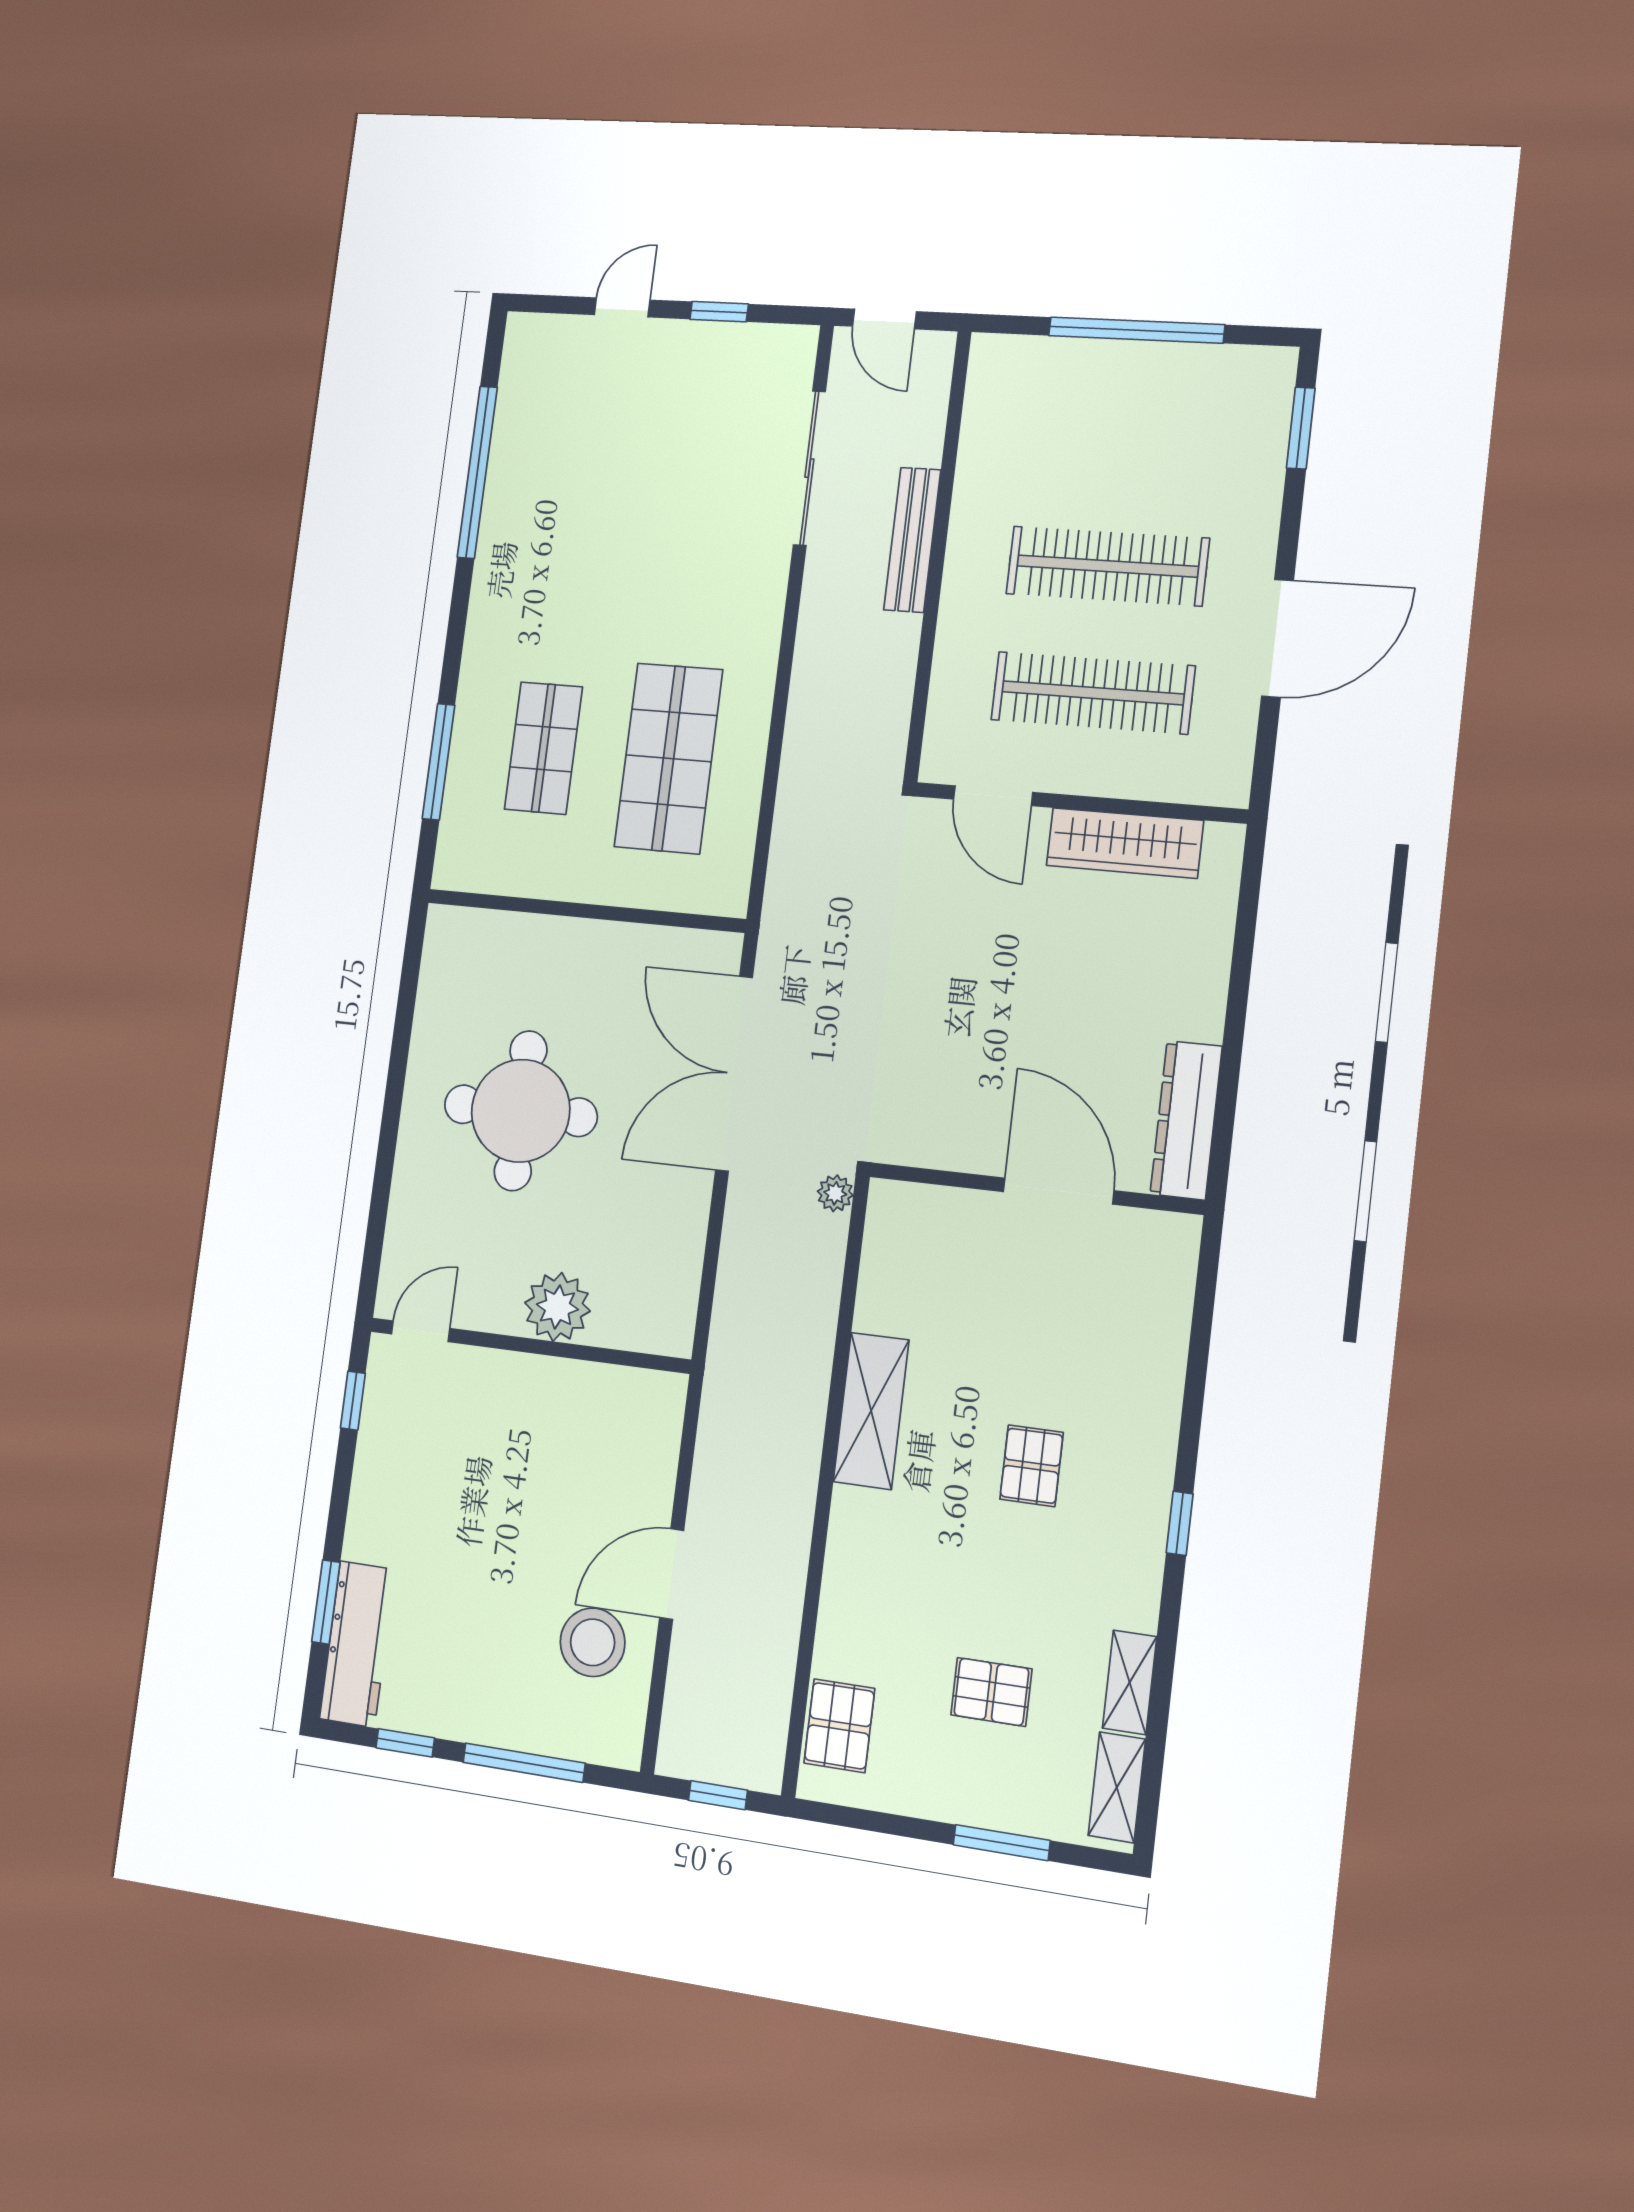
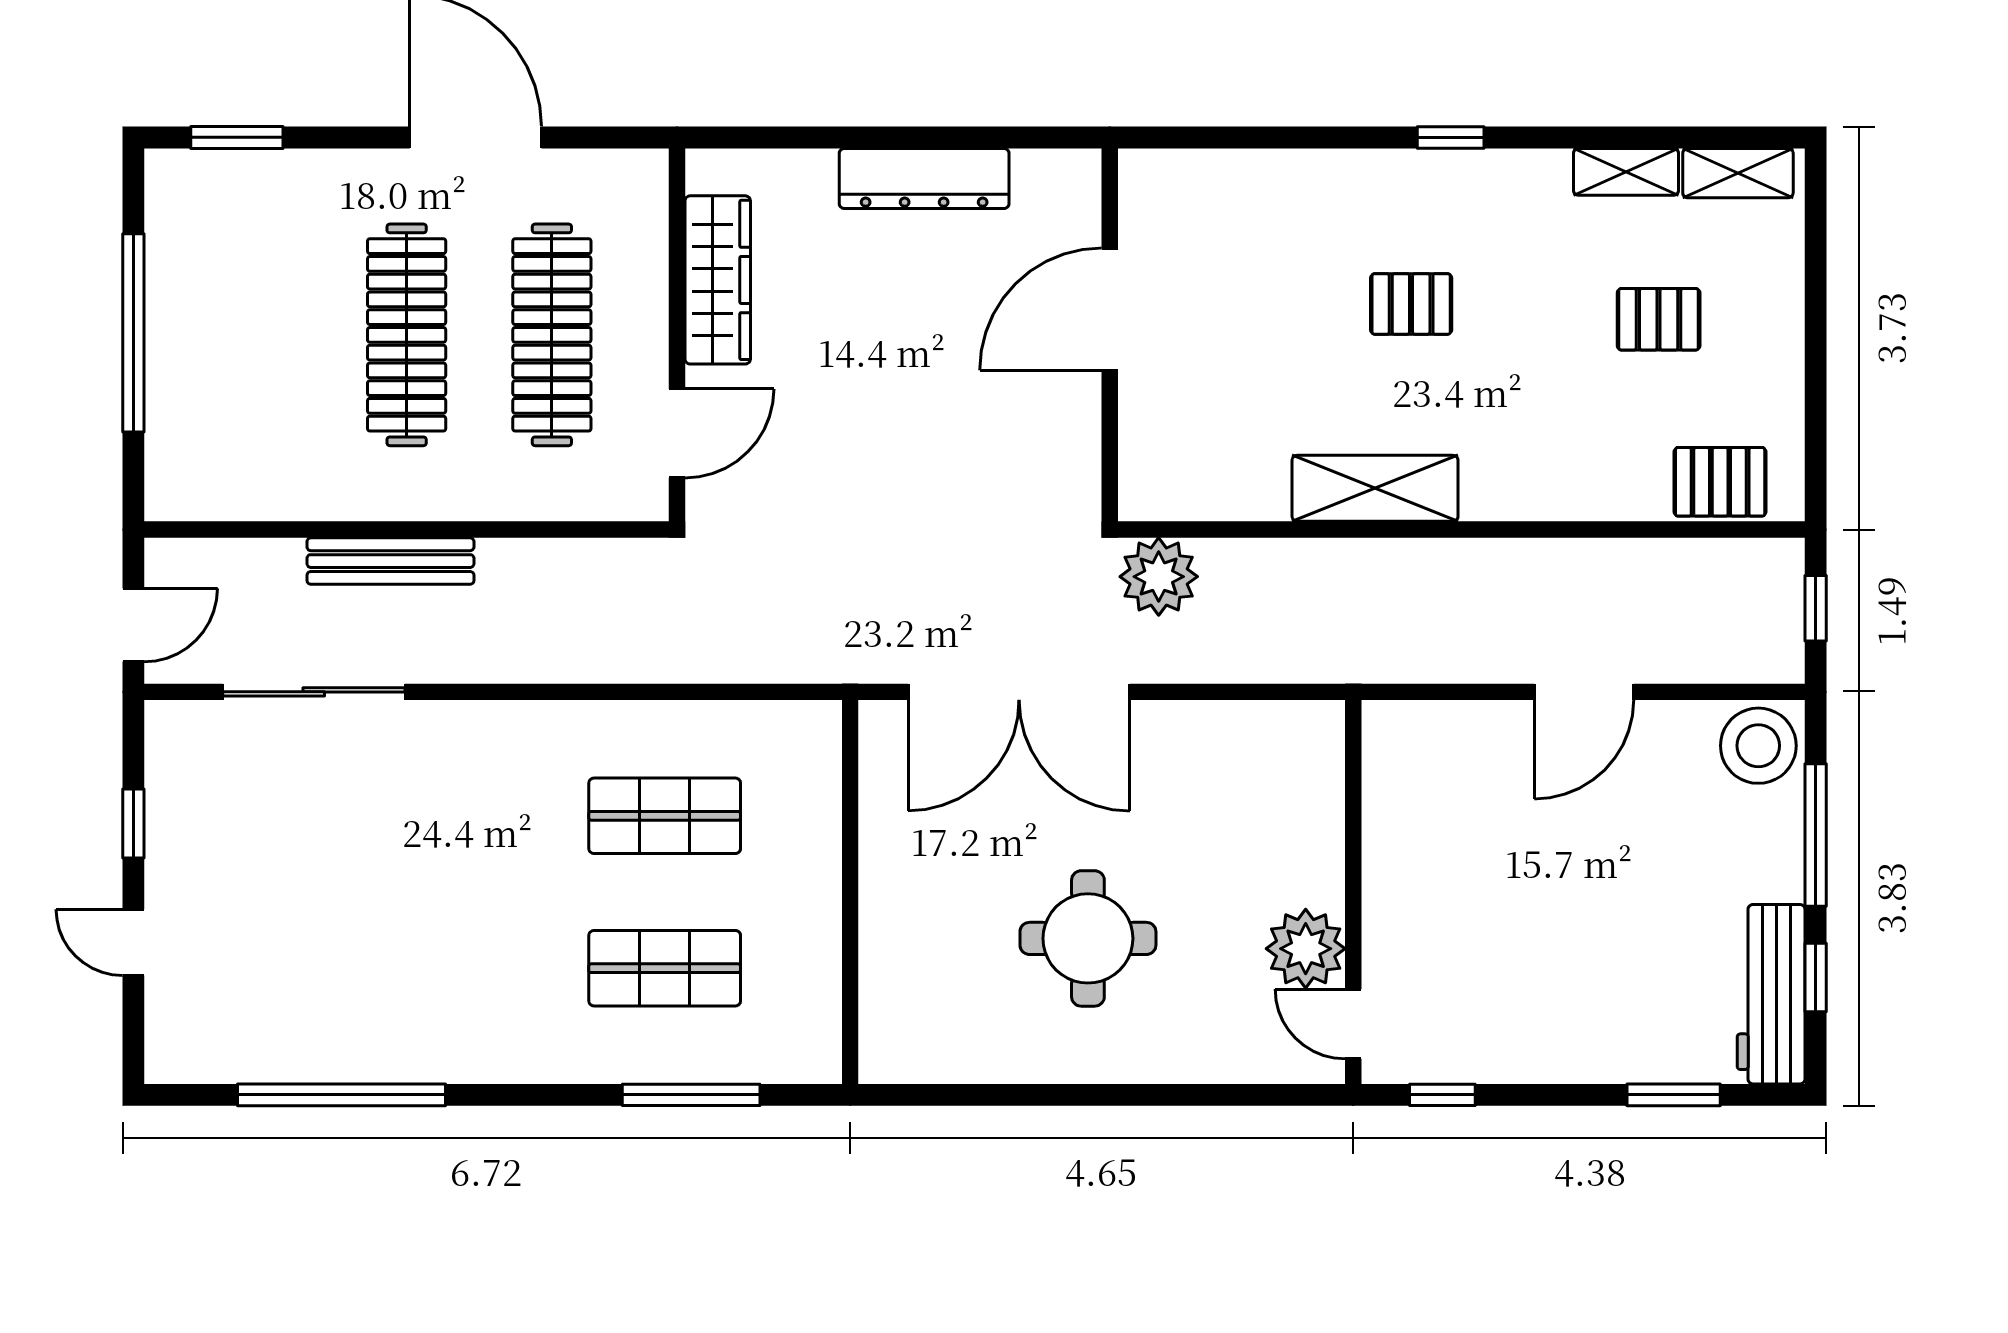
shop shelf: (668, 758) -> (665, 816), width x0.70, depth x0.74
round table: (521, 1111) -> (1088, 938), width x0.73, depth x0.73
dresser: (1186, 1120) -> (924, 178), moved
plant: (835, 1193) -> (1159, 577), width x1.88, depth x1.88
plant: (557, 1307) -> (1306, 949), moved
door: (672, 1574) -> (1584, 692), hinge flipped
stool: (593, 1642) -> (1758, 746), moved
workbench: (357, 1644) -> (1771, 994), moved, turned -90
pallet: (991, 1692) -> (1659, 319), turned 90
window: (1002, 1843) -> (1816, 289), removed

